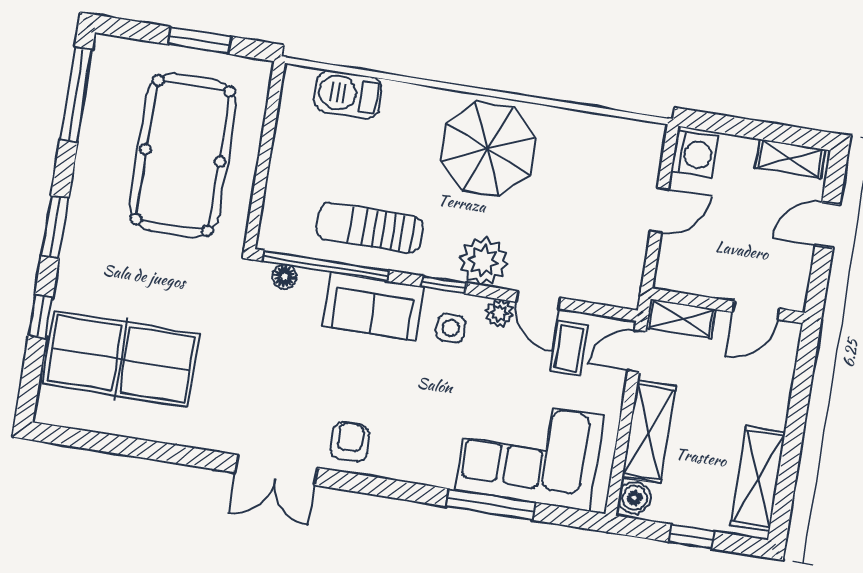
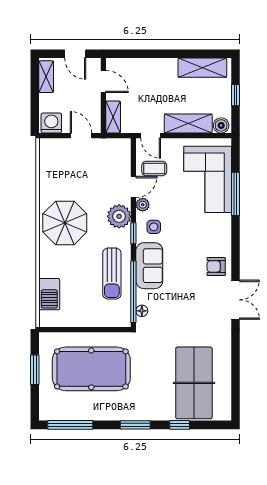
wall: (728, 306) -> (103, 95), moved
door: (756, 310) -> (103, 81), moved
shelving: (681, 319) -> (113, 117), moved

